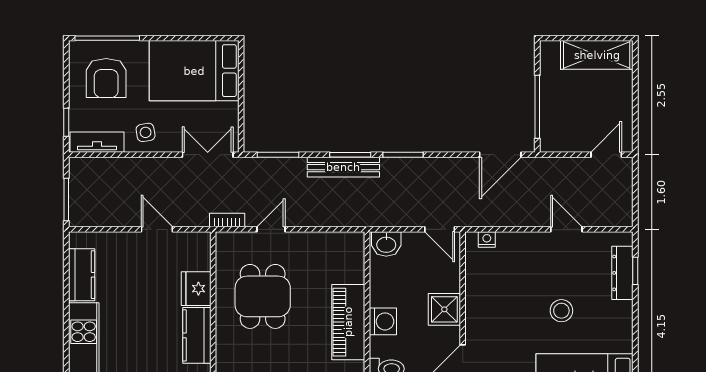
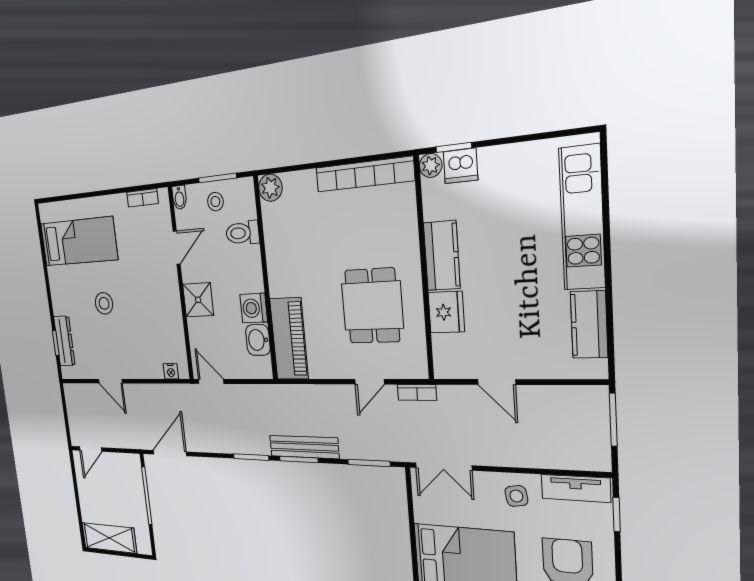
washbasin: (386, 244) -> (258, 340), moved, turned -90
washing machine: (383, 321) -> (254, 308), moved
piano: (348, 322) -> (289, 339), moved

